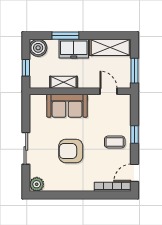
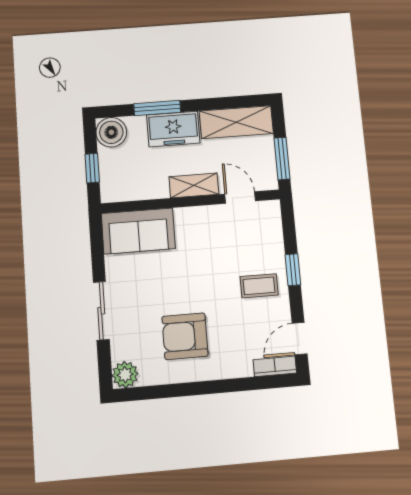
shelving: (63, 82) -> (194, 185), moved
sofa: (67, 106) -> (138, 231), moved
armchair: (71, 151) -> (185, 336), moved
bookcase: (113, 187) -> (275, 366), width x0.64

